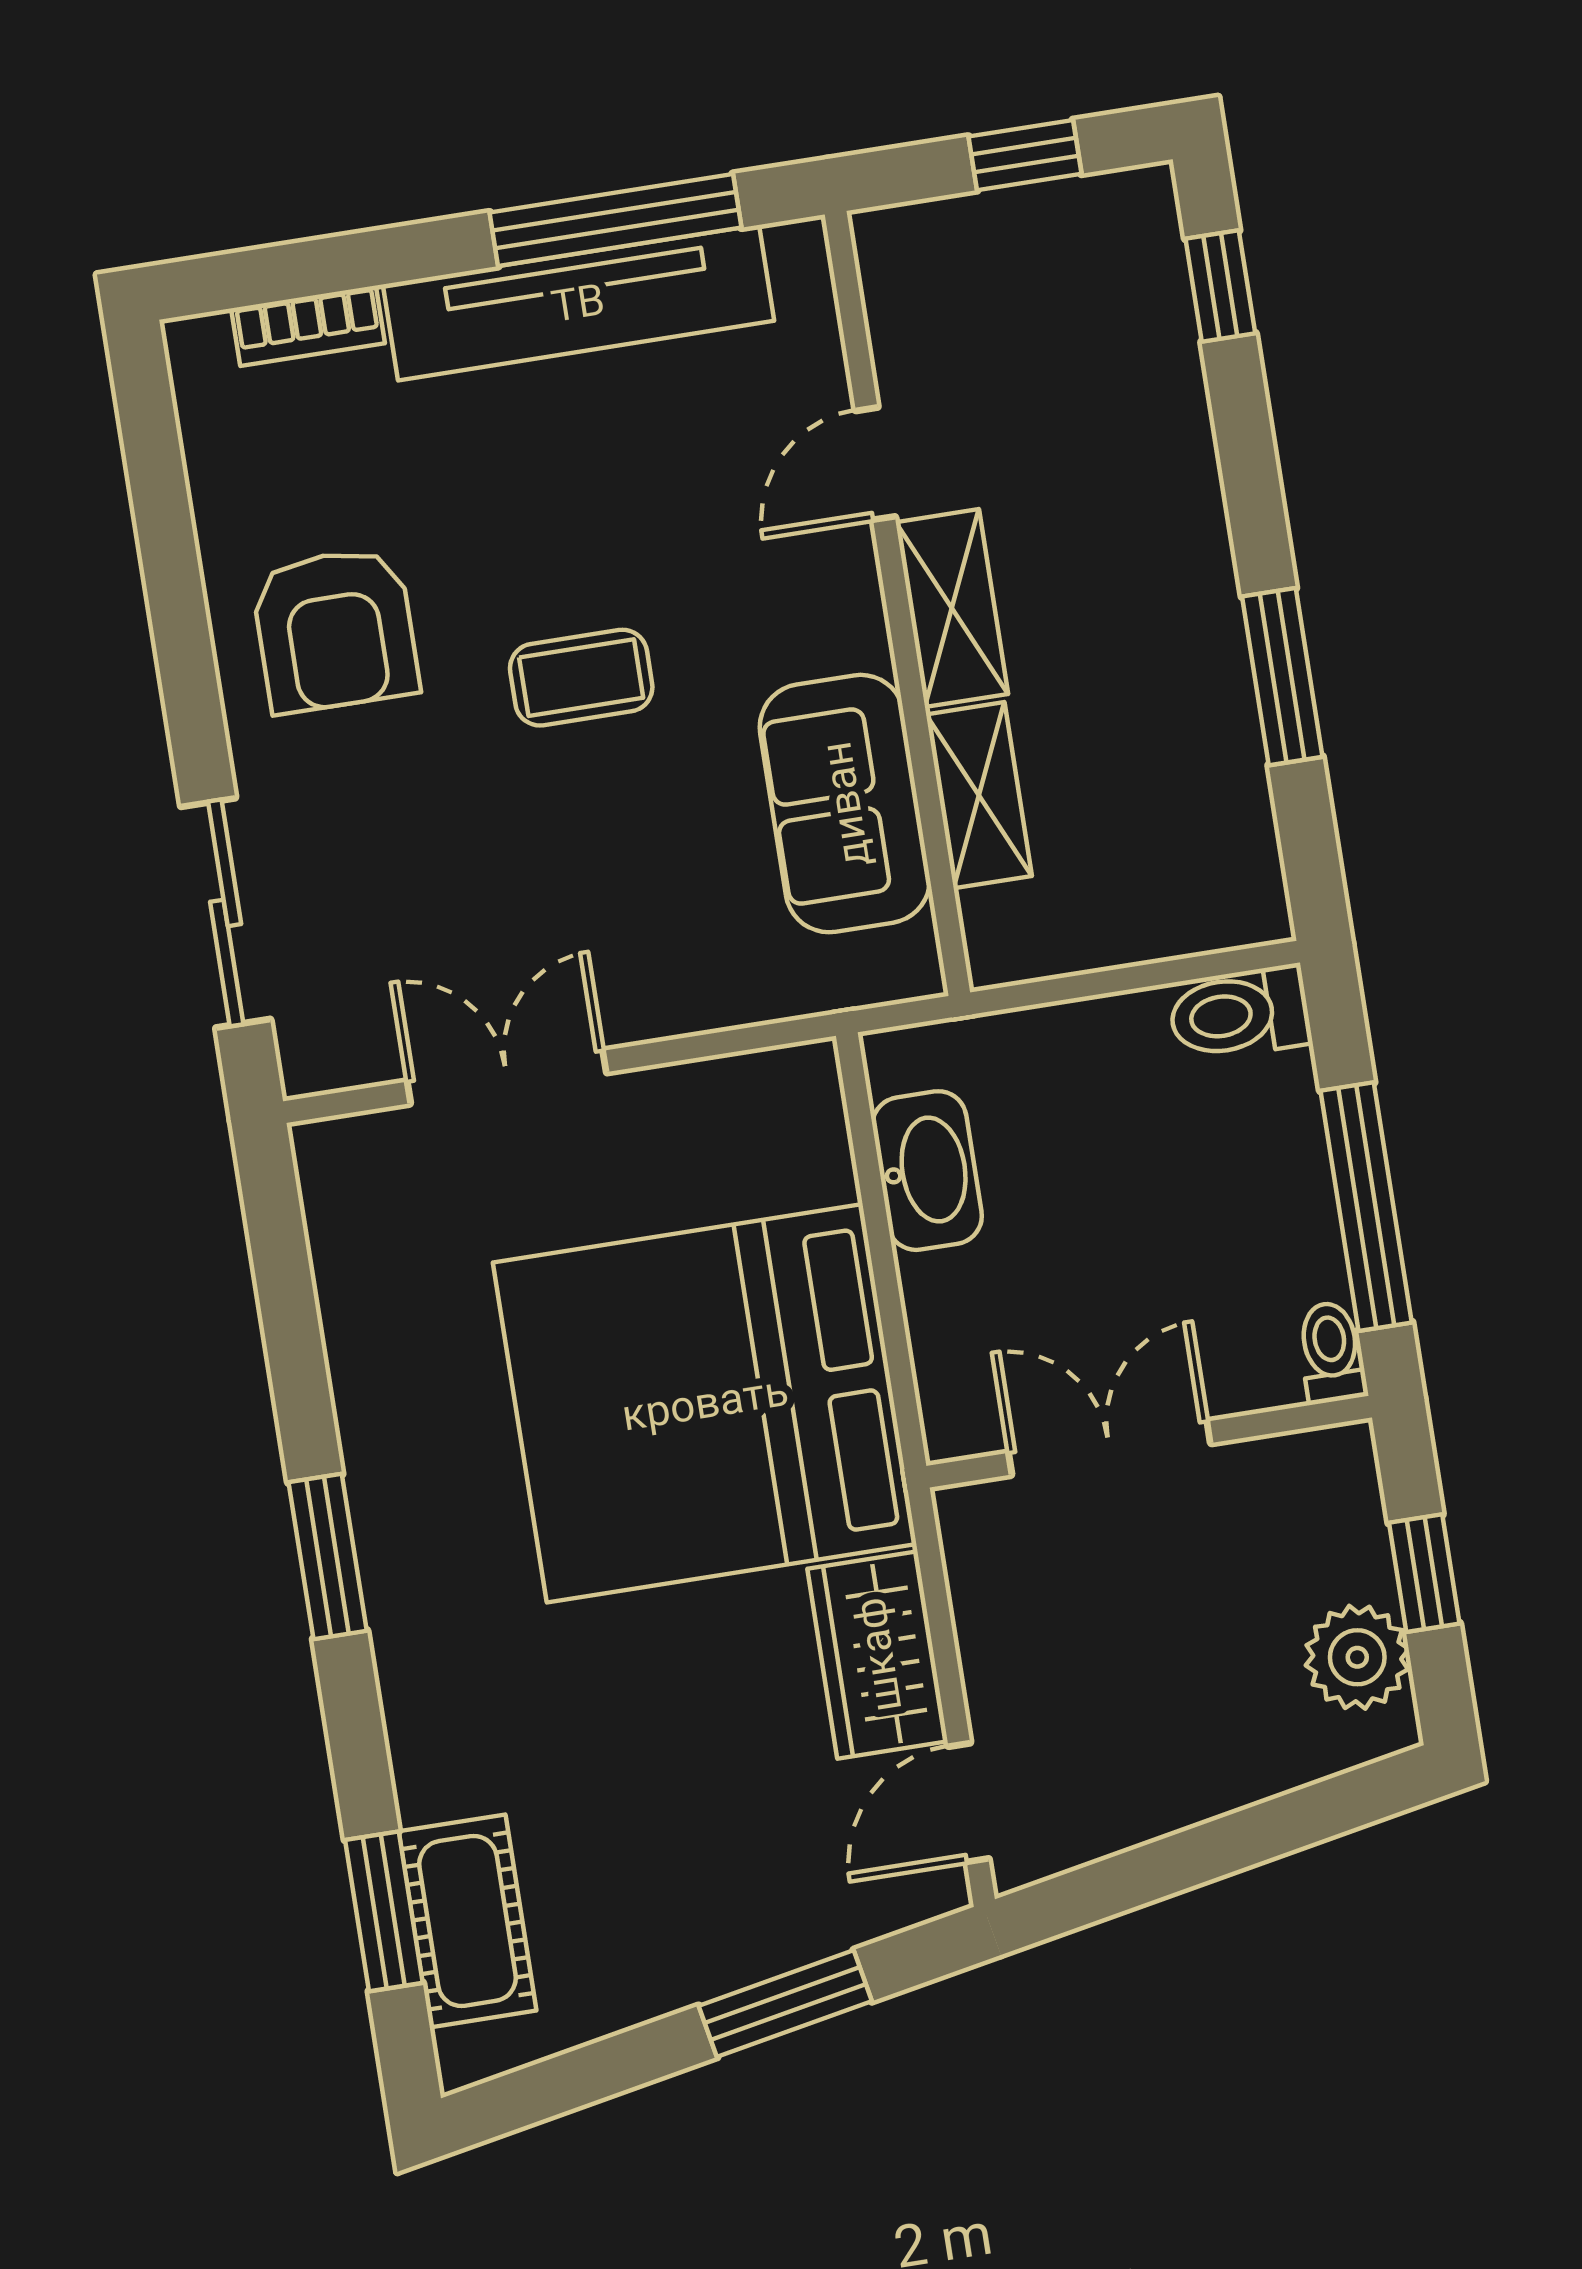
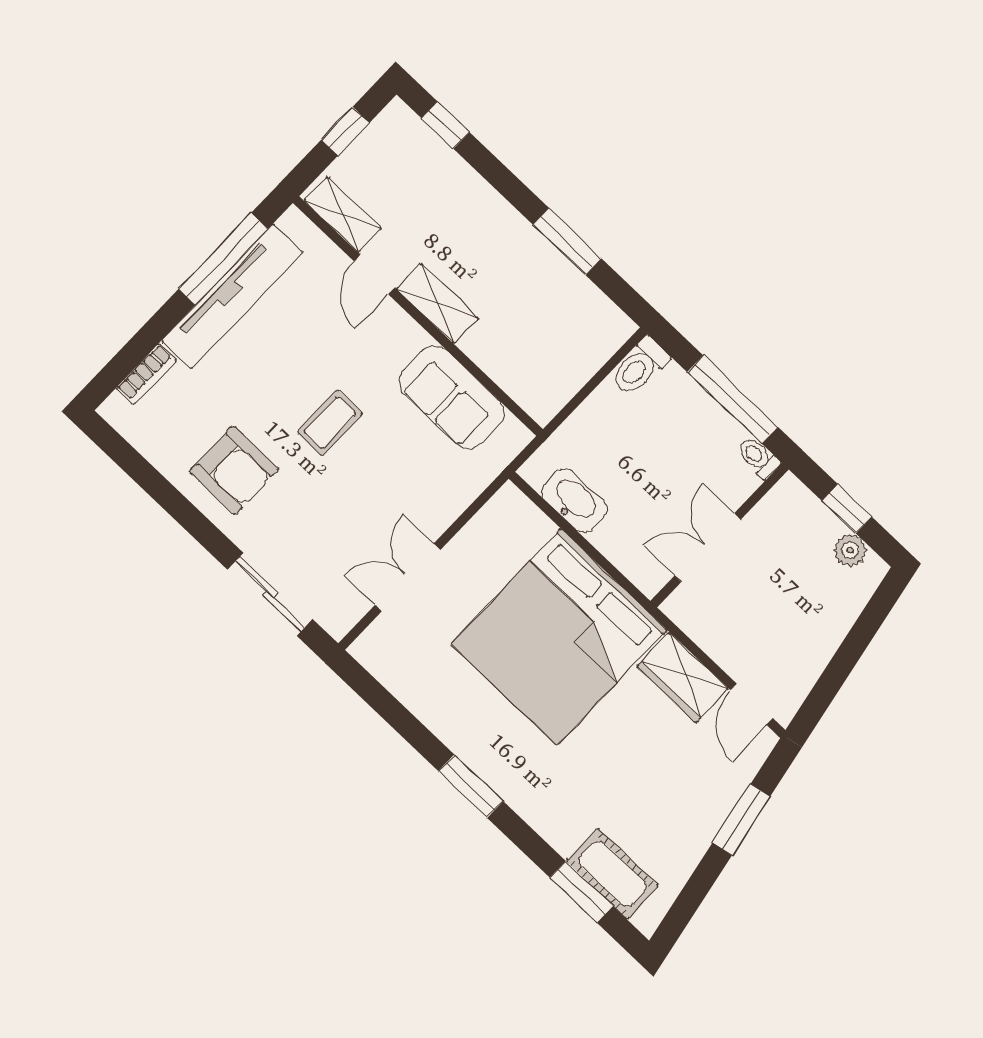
shelving: (979, 795) -> (343, 215), moved
plant: (1357, 1657) -> (850, 550), width x0.73, depth x0.73

